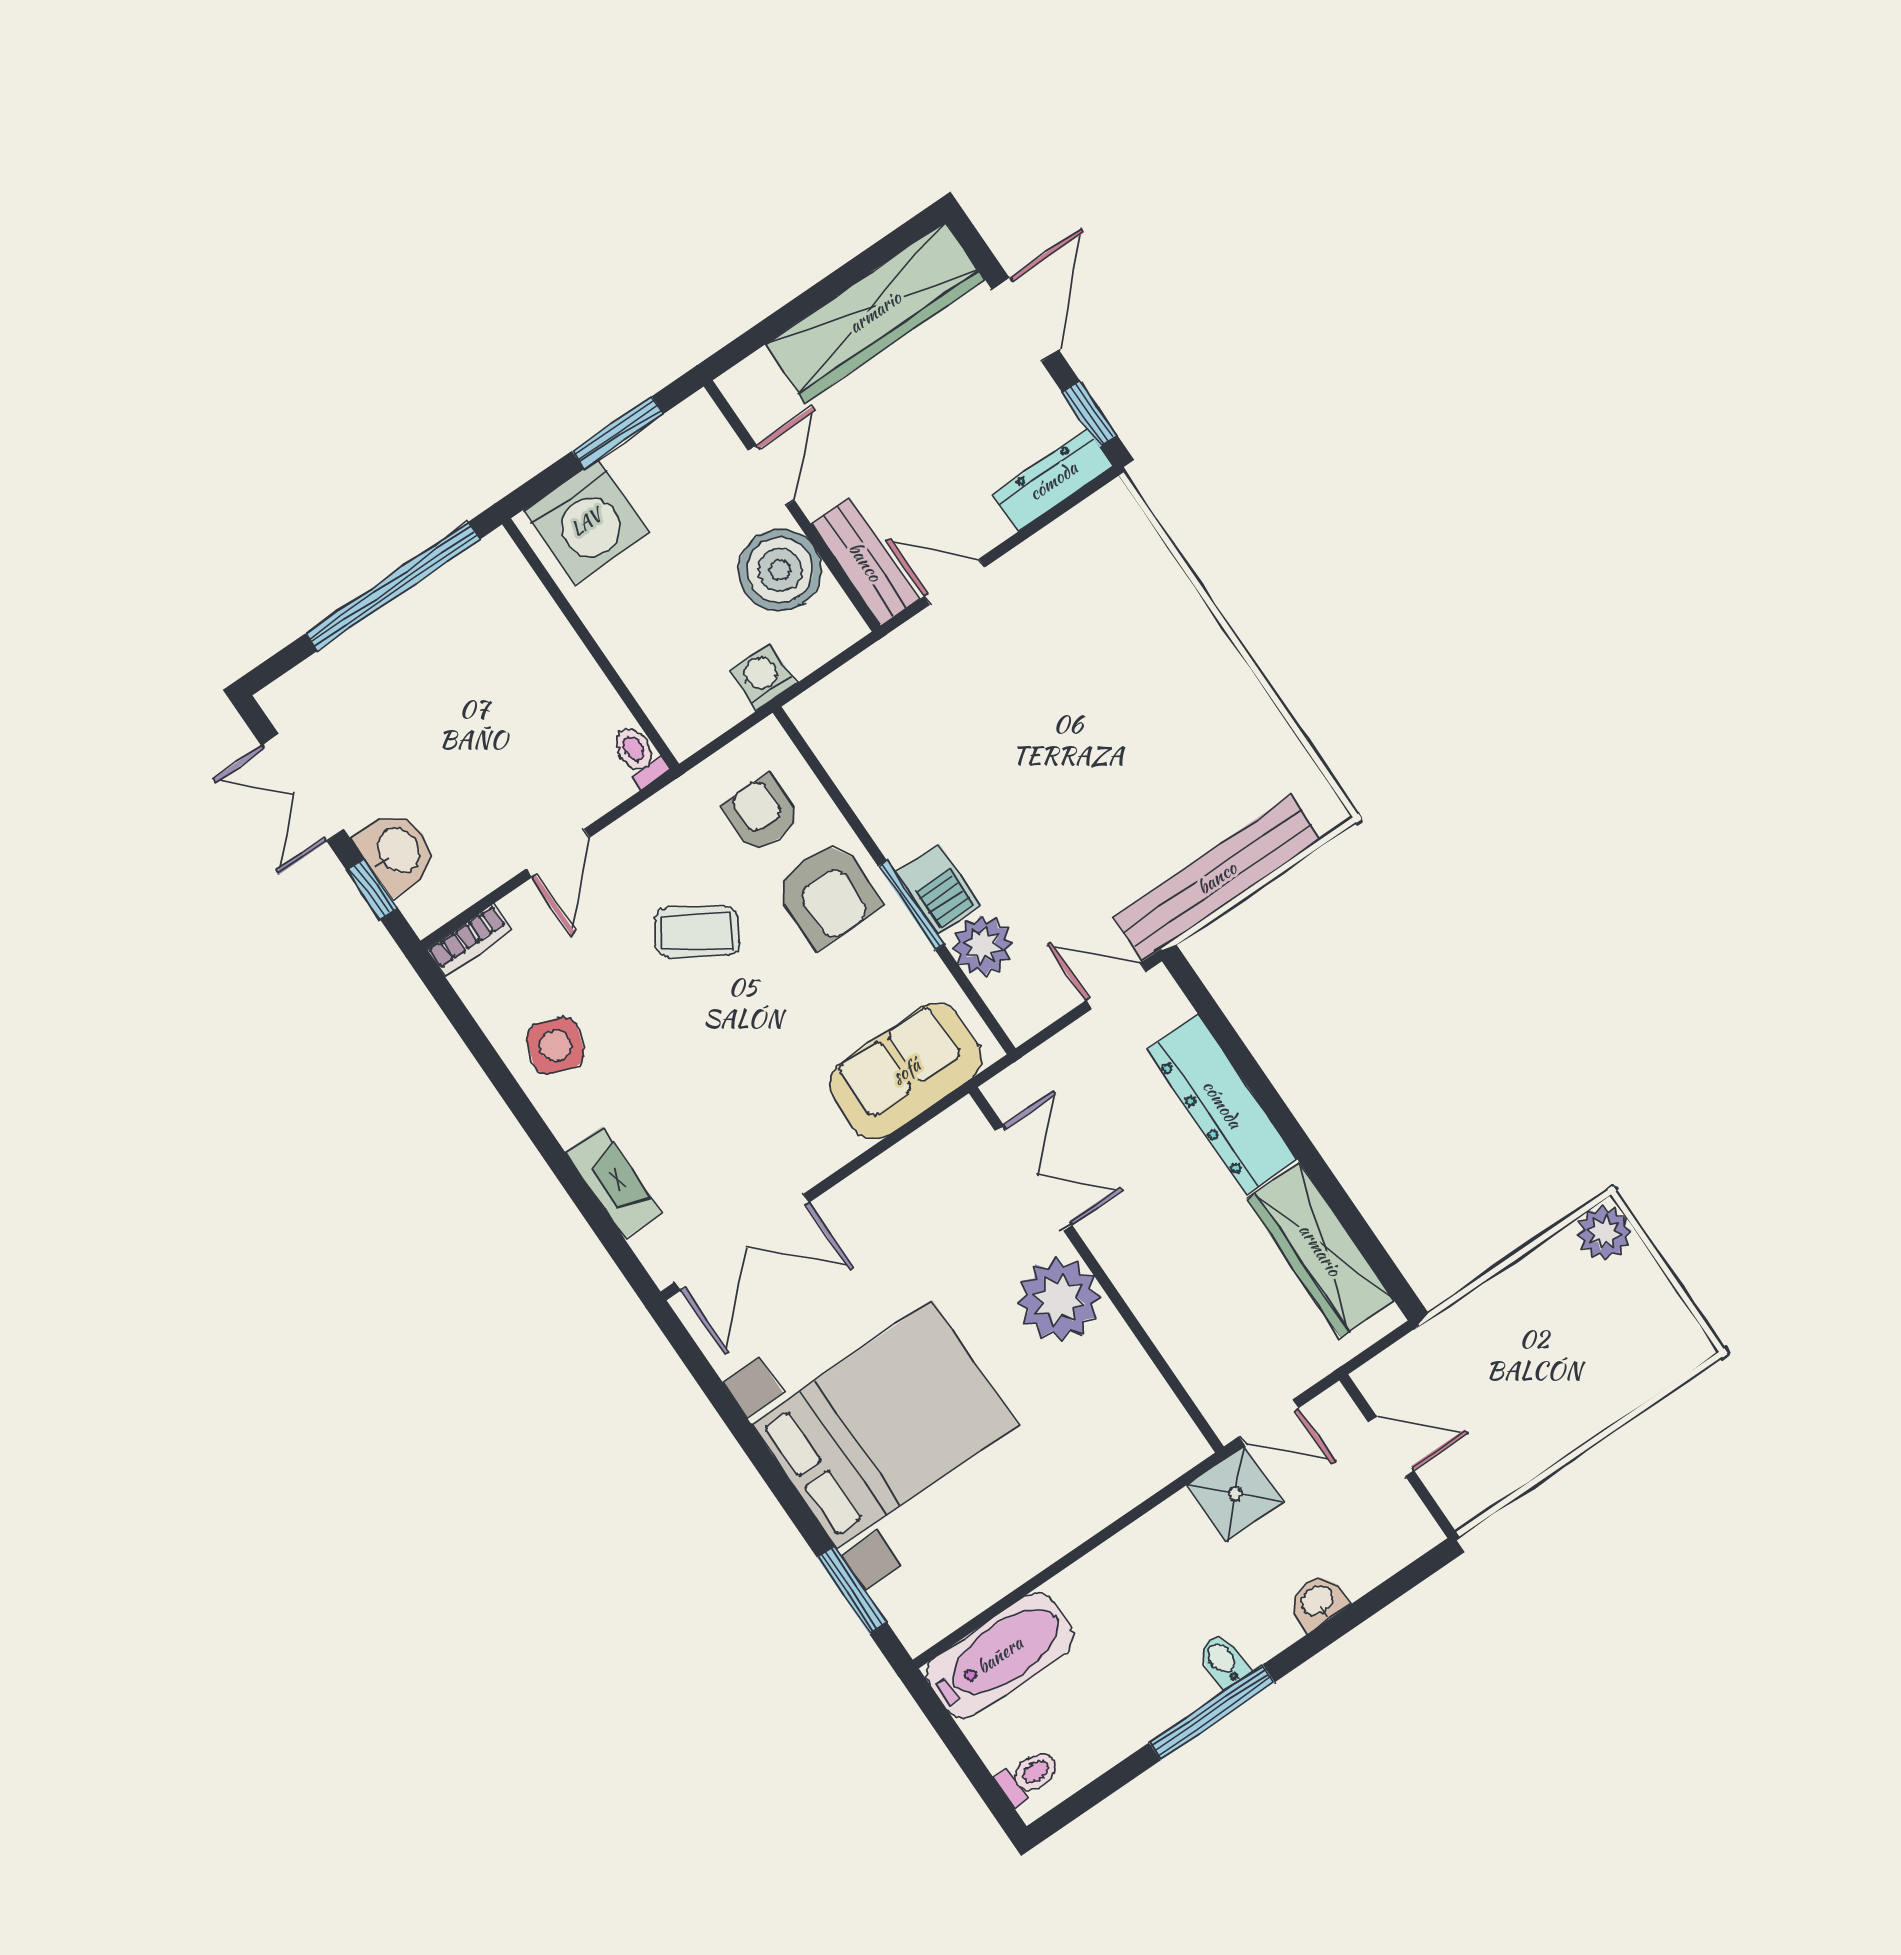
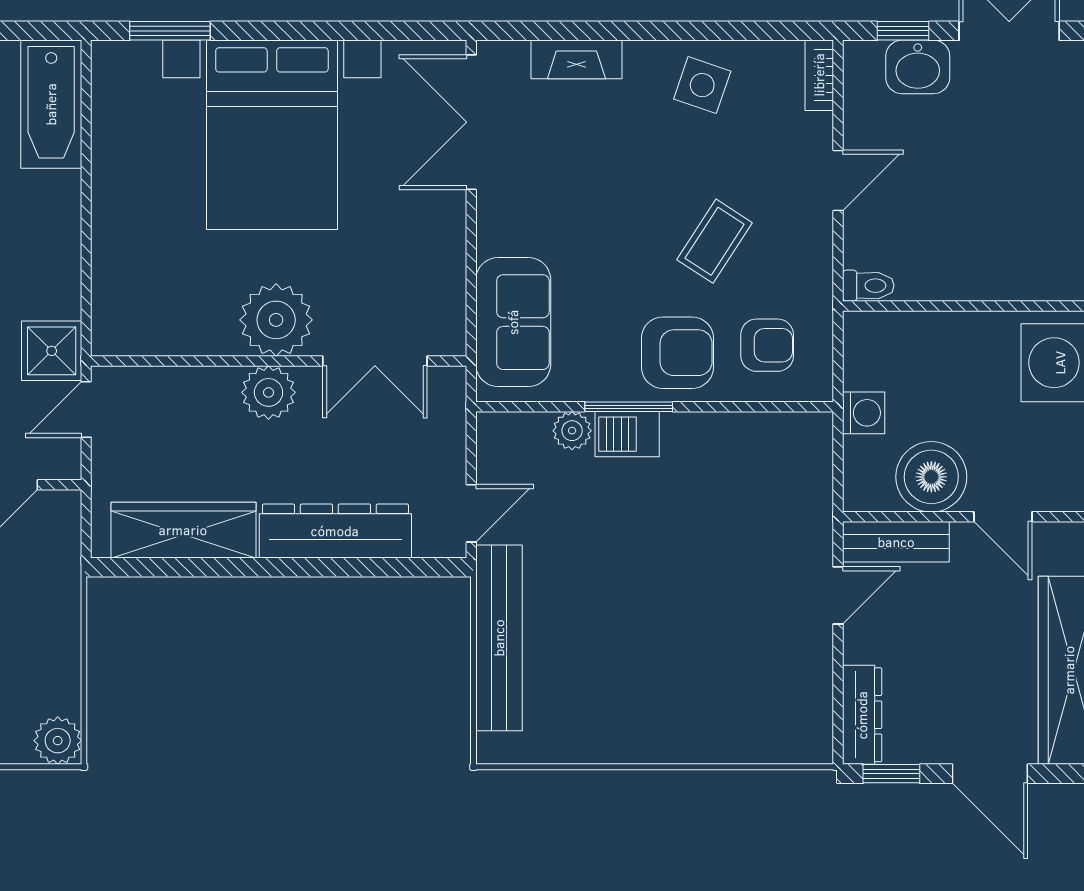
door: (558, 853) -> (838, 181), swing flipped
armchair: (828, 894) -> (677, 353), turned 180
plant: (983, 946) -> (572, 431), width x0.73, depth x0.73
plant: (1133, 1259) -> (268, 392), added

